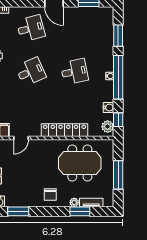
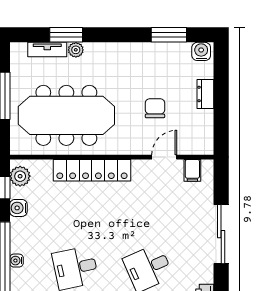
meeting table: (80, 163) -> (66, 115), width x1.36
chair: (50, 194) -> (155, 108), moved

